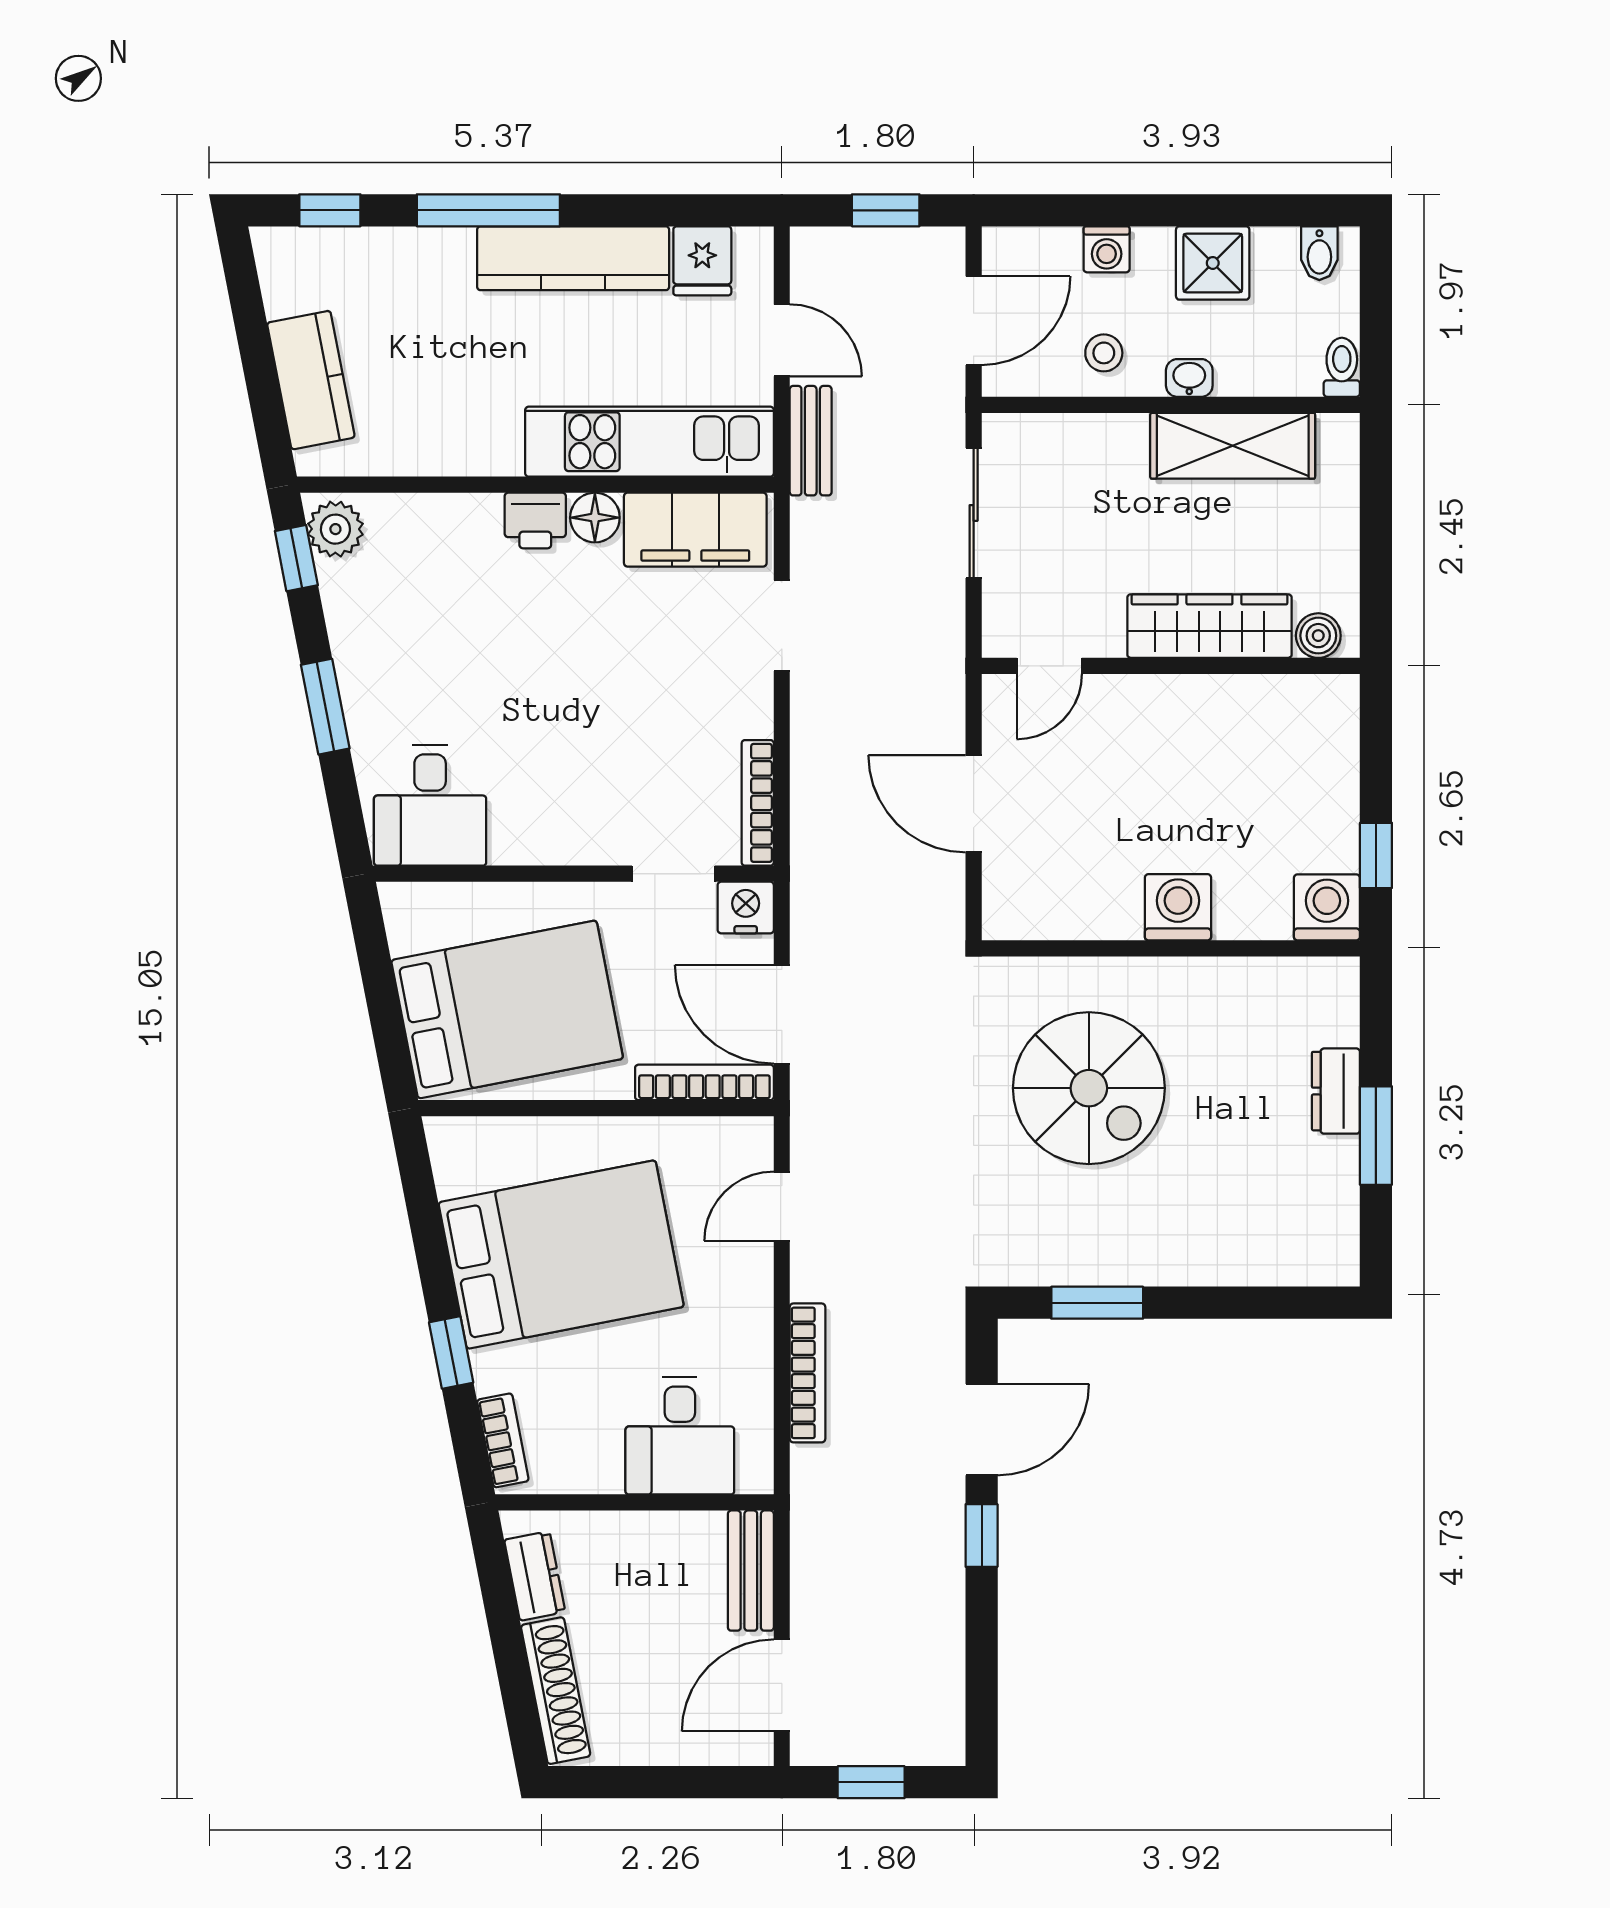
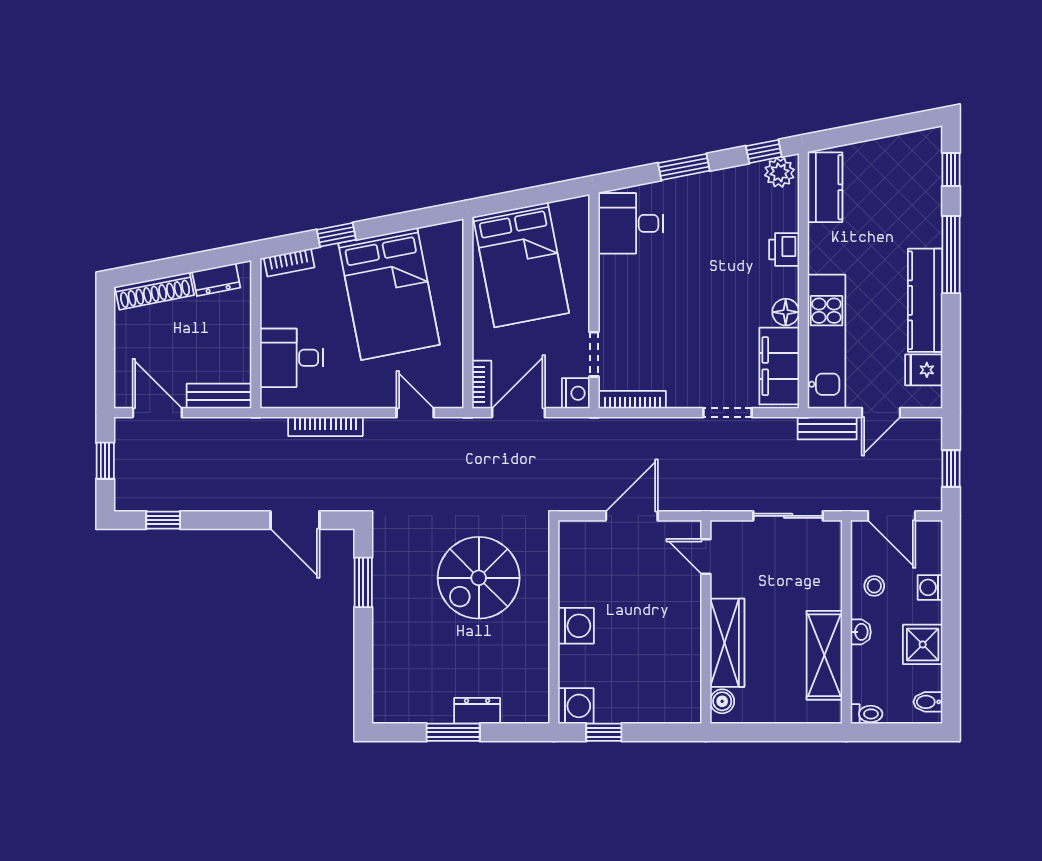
kitchen counter: (311, 380) -> (825, 187), moved, turned -79
printer: (535, 520) -> (784, 249), moved
bookcase: (704, 1082) -> (482, 384), width x0.64
window: (982, 1535) -> (163, 520), moved

